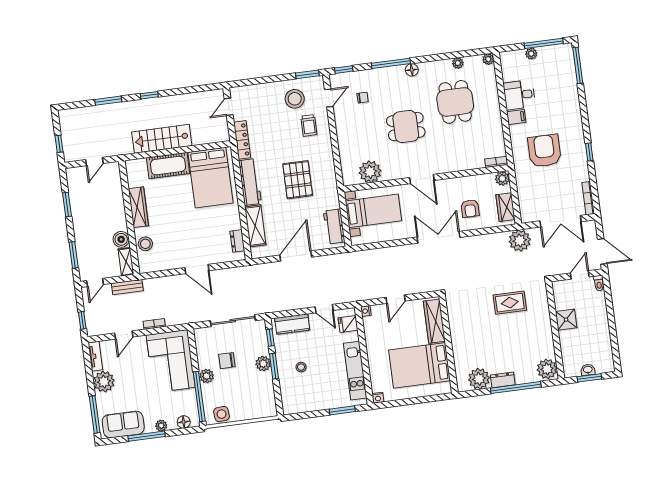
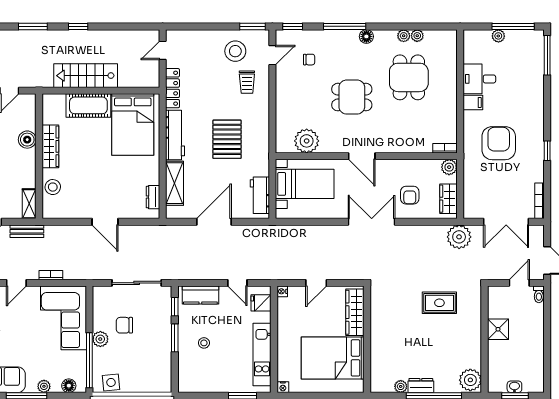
plant: (488, 59) -> (404, 36), moved
boiler: (121, 239) -> (27, 140), moved
plant: (263, 364) -> (163, 334), removed
plant: (479, 379) -> (401, 386), width x0.53, depth x0.53

